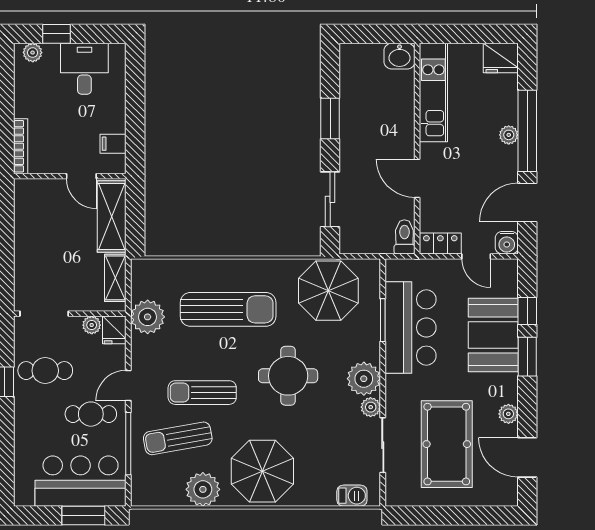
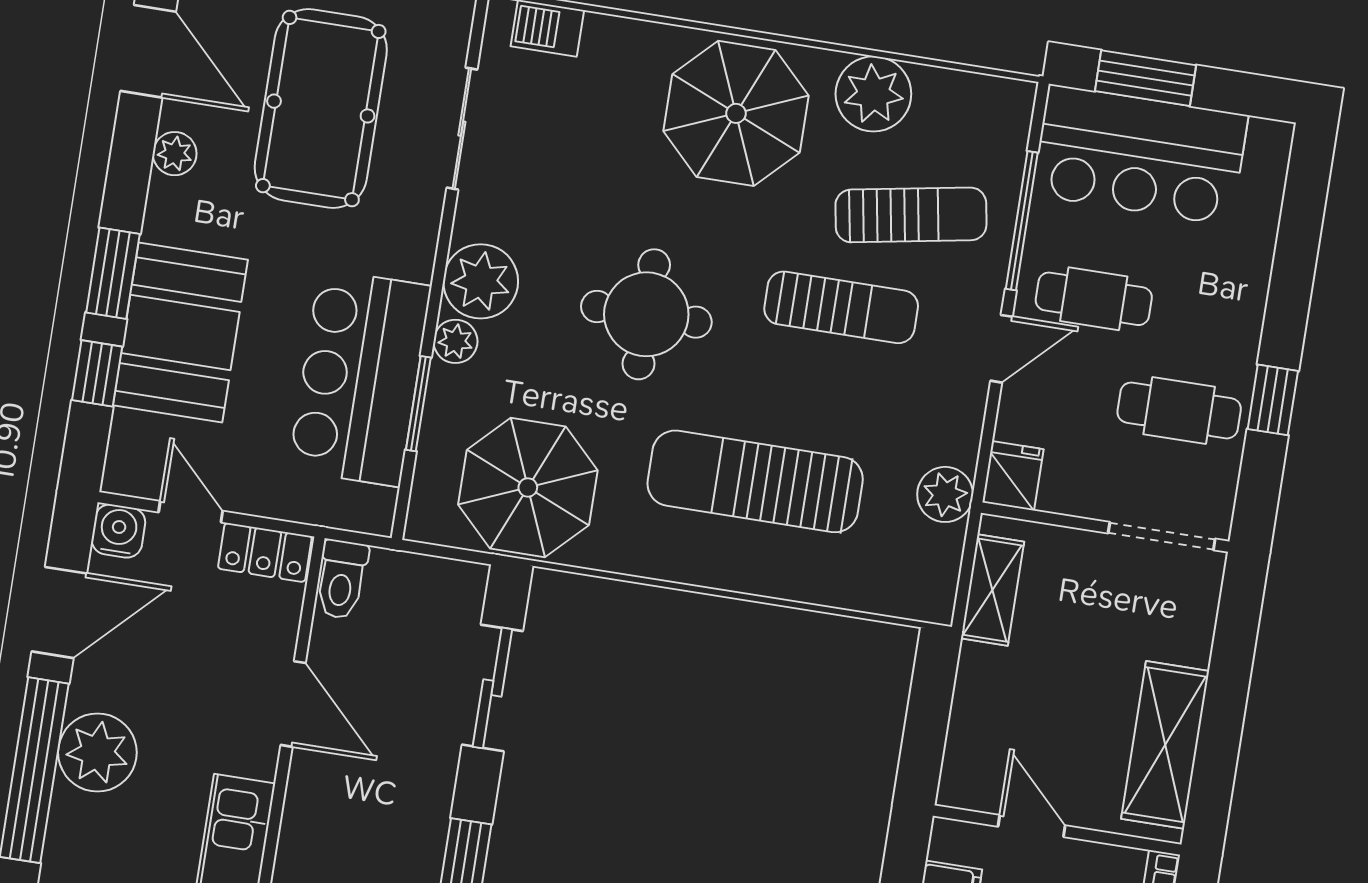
plant: (509, 135) -> (97, 752), width x1.88, depth x1.88
shelving: (112, 216) -> (1165, 745), moved
plant: (148, 317) -> (945, 494), width x0.73, depth x0.73
plant: (92, 325) -> (1061, 495), removed
plant: (371, 407) -> (455, 341), moved

